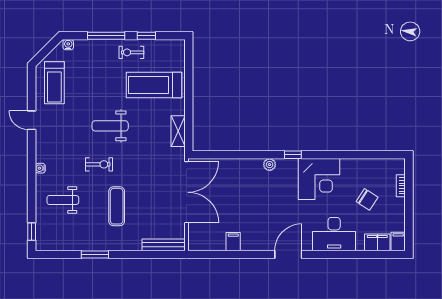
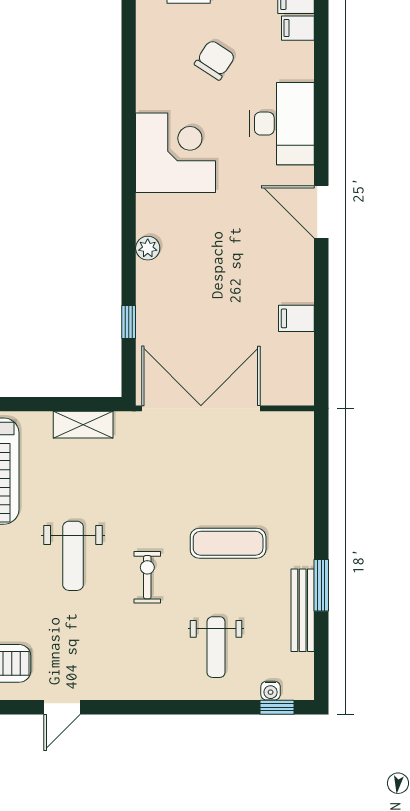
window: (293, 155) -> (129, 322), moved
water cooler: (40, 168) -> (271, 691), moved
filing cabinet: (377, 242) -> (298, 28), width x0.50
bench: (164, 245) -> (303, 610), moved

